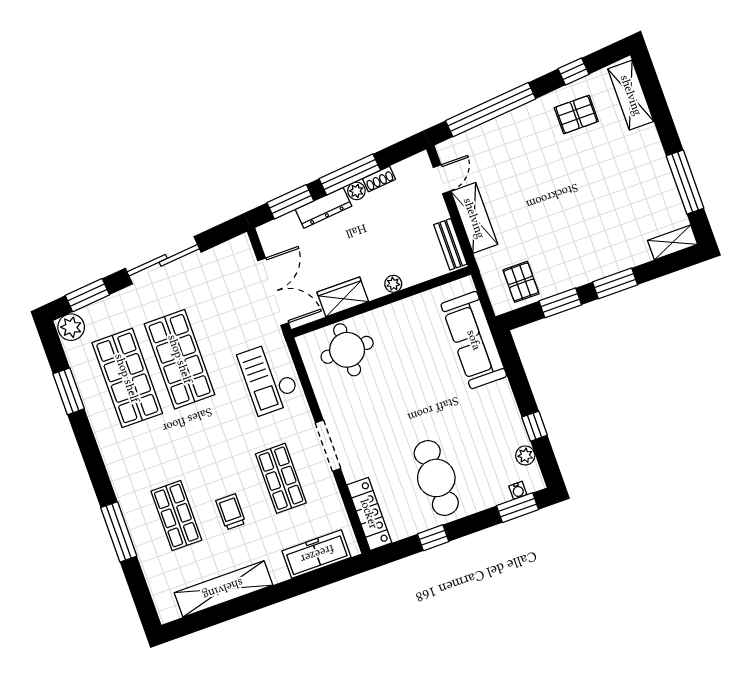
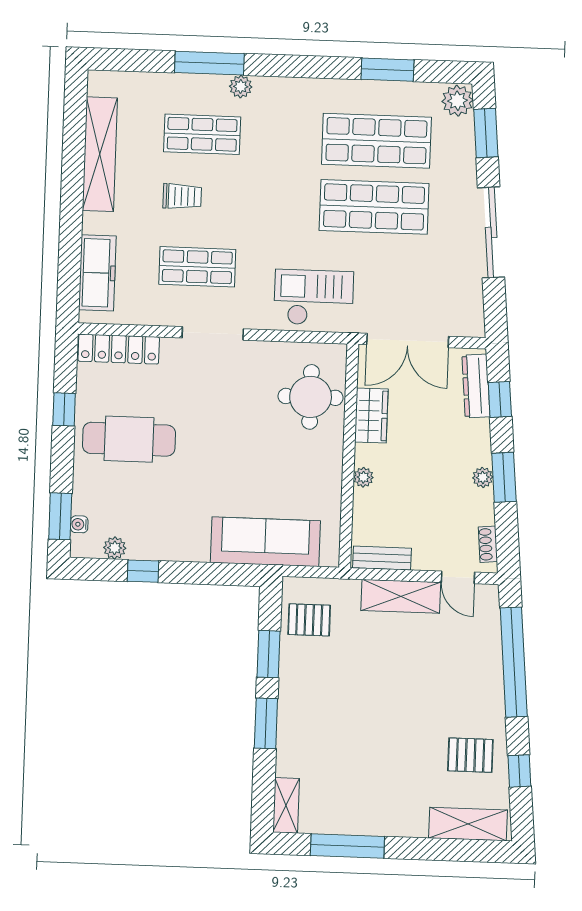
pallet: (576, 114) -> (470, 755), turned 90
window: (350, 174) -> (504, 477), width x0.69
shoe rack: (379, 179) -> (488, 544), moved
window: (290, 202) -> (500, 399), width x0.67
dresser: (324, 208) -> (476, 386), moved
plant: (127, 500) -> (241, 87), added

